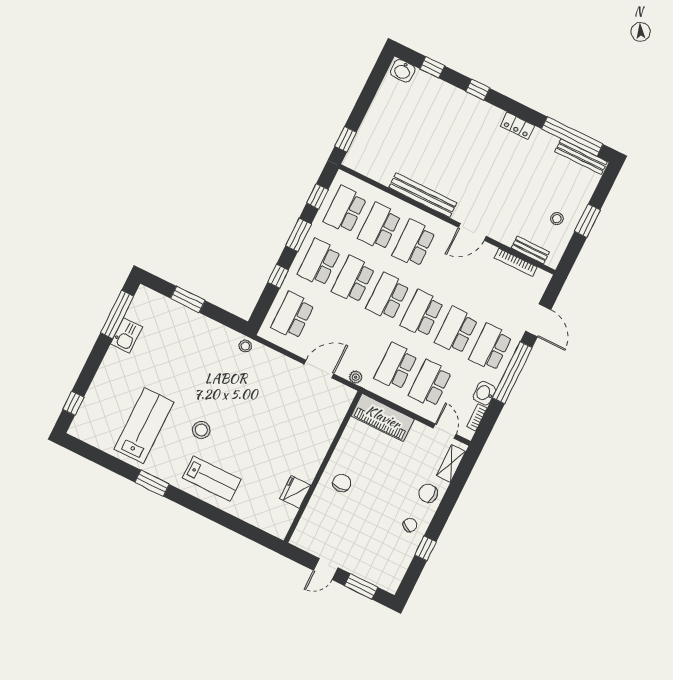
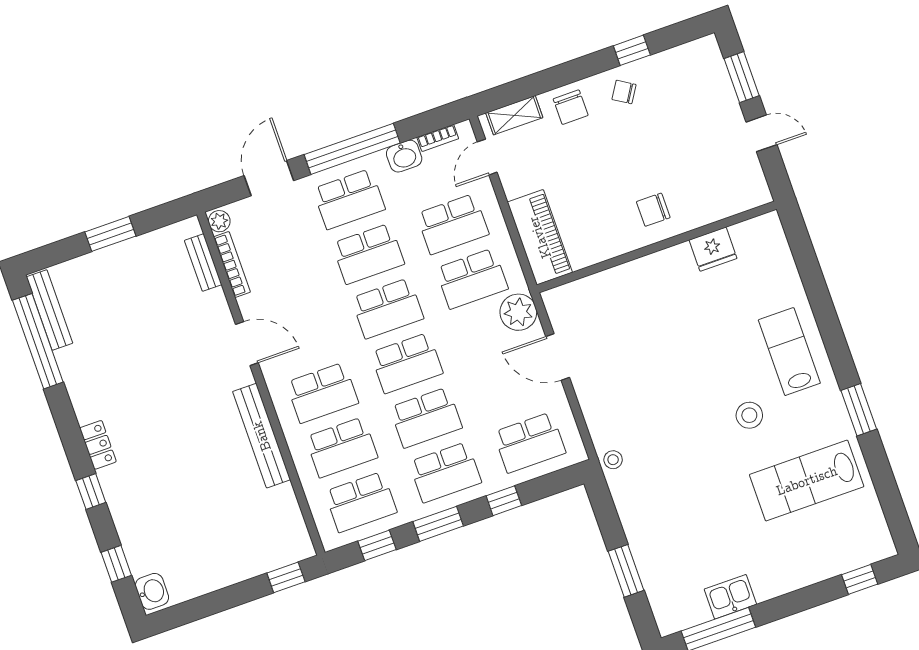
locker: (518, 126) -> (98, 445), moved
stool: (557, 219) -> (141, 268), removed
plant: (542, 277) -> (219, 221), added
plant: (356, 377) -> (518, 312), width x1.87, depth x1.87

